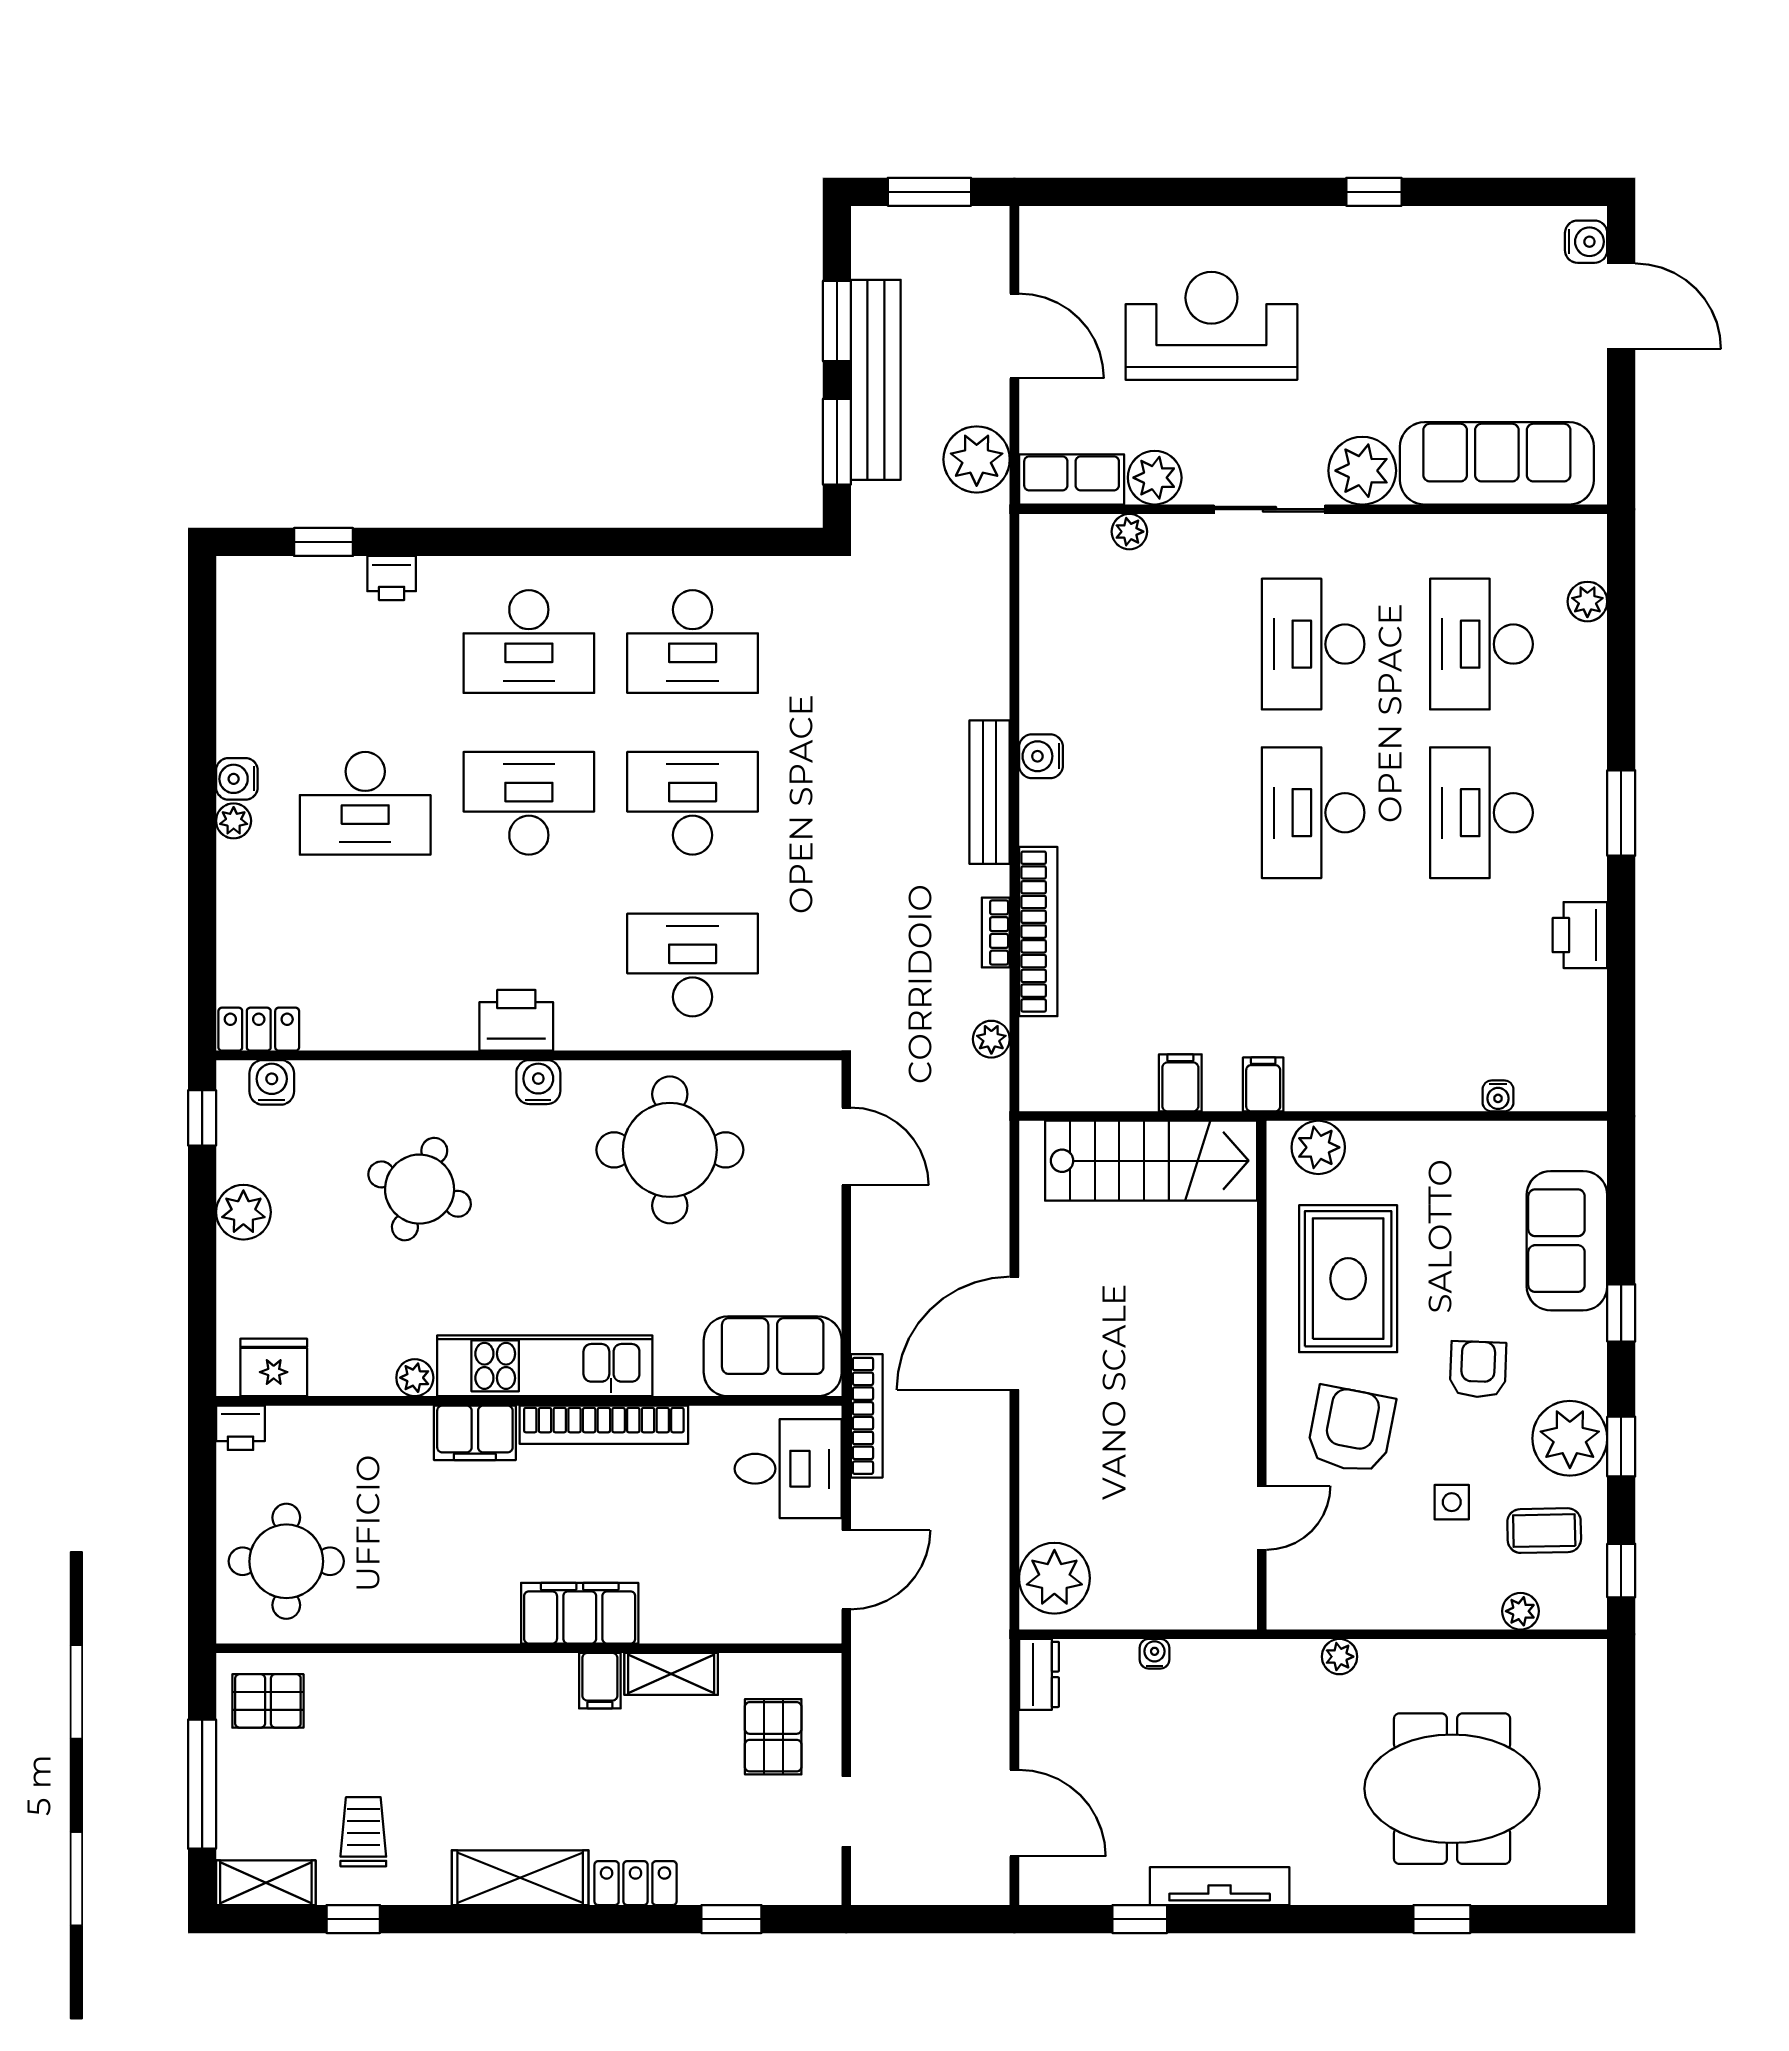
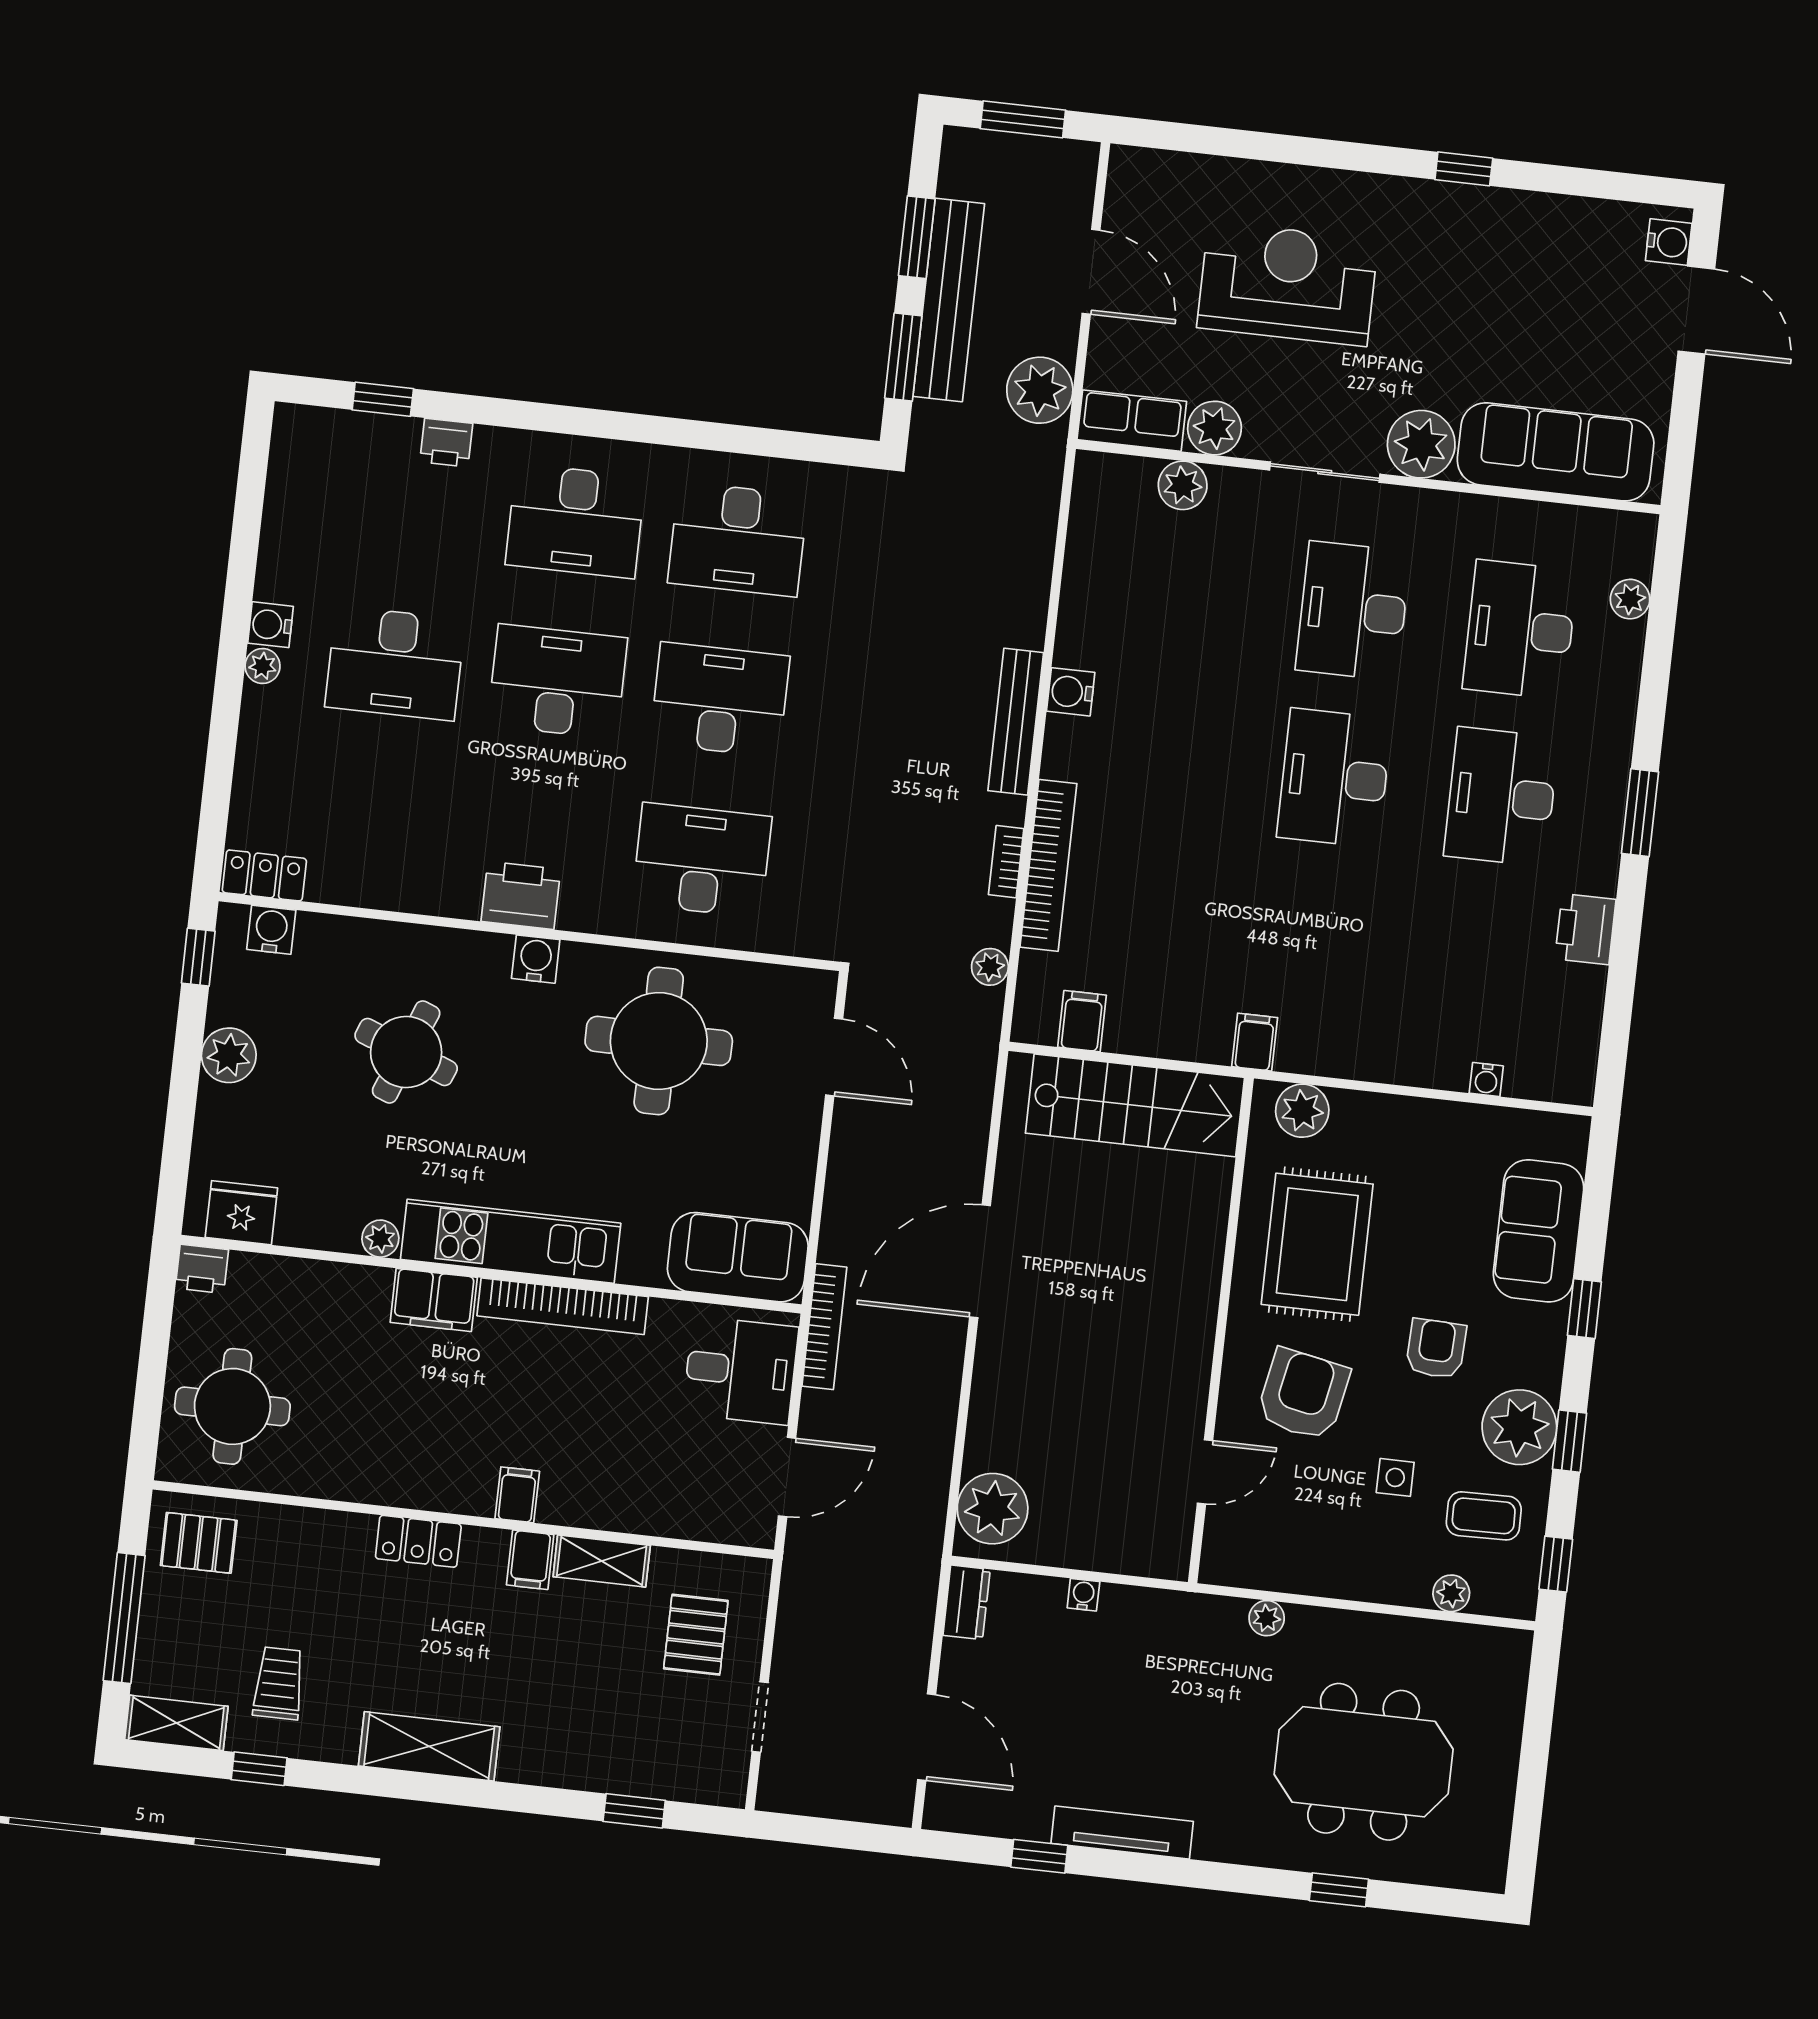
plant: (1129, 532) -> (1183, 485), width x1.38, depth x1.38
filing cabinet: (1180, 1083) -> (1082, 1021), moved
filing cabinet: (580, 1613) -> (517, 1495), width x0.33, depth x0.86
locker: (636, 1883) -> (418, 1541), moved, turned 180

